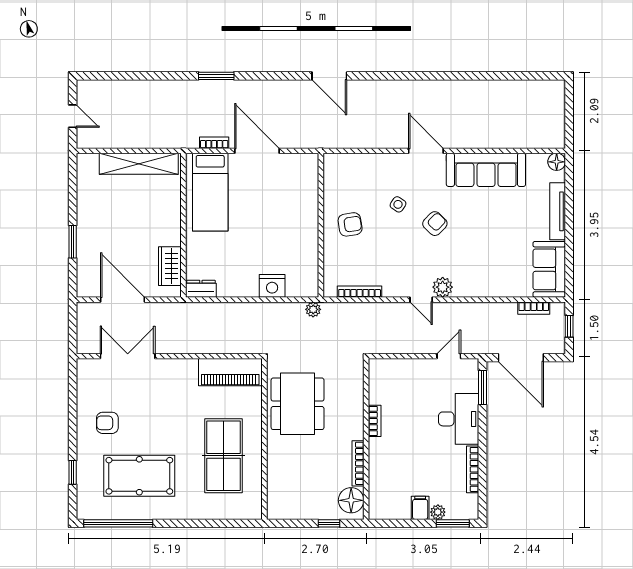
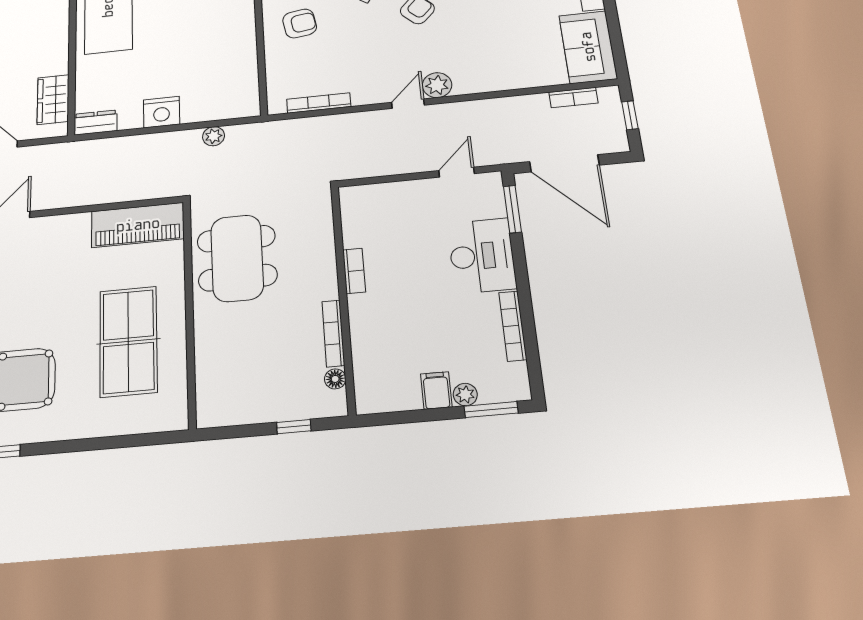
nightstand: (272, 286) -> (162, 112), moved
door: (421, 300) -> (408, 104), swing flipped
plant: (313, 309) -> (214, 136), moved
floor lamp: (351, 500) -> (335, 379), width x0.53, depth x0.53

